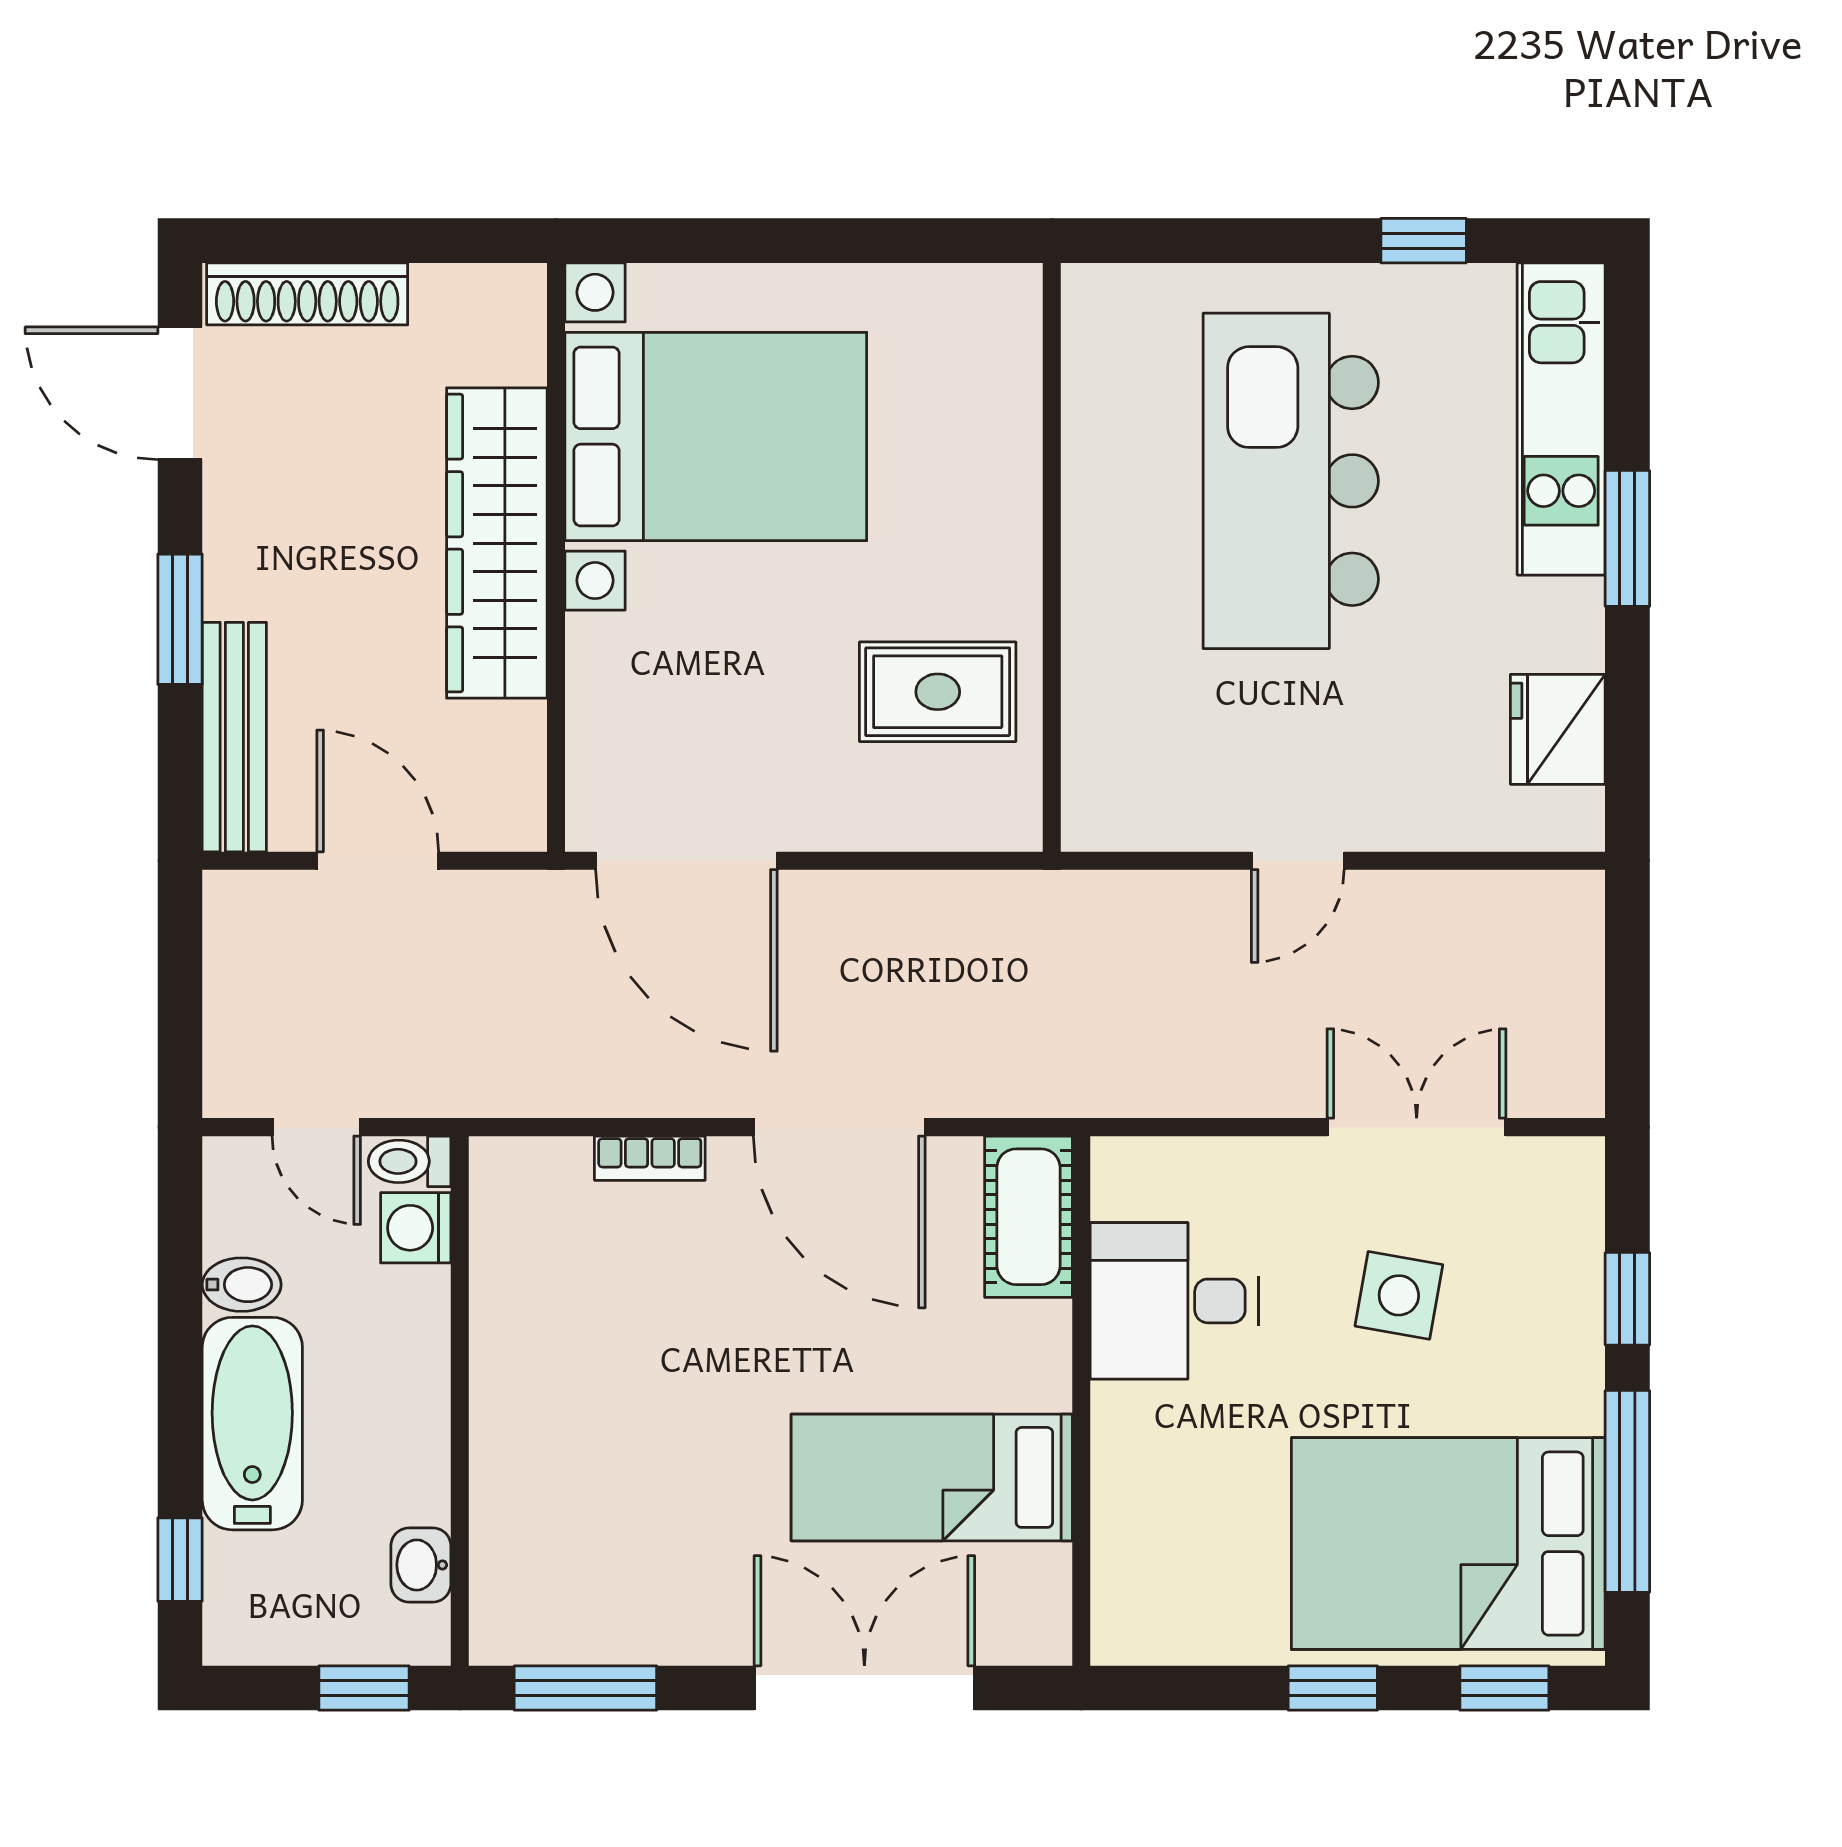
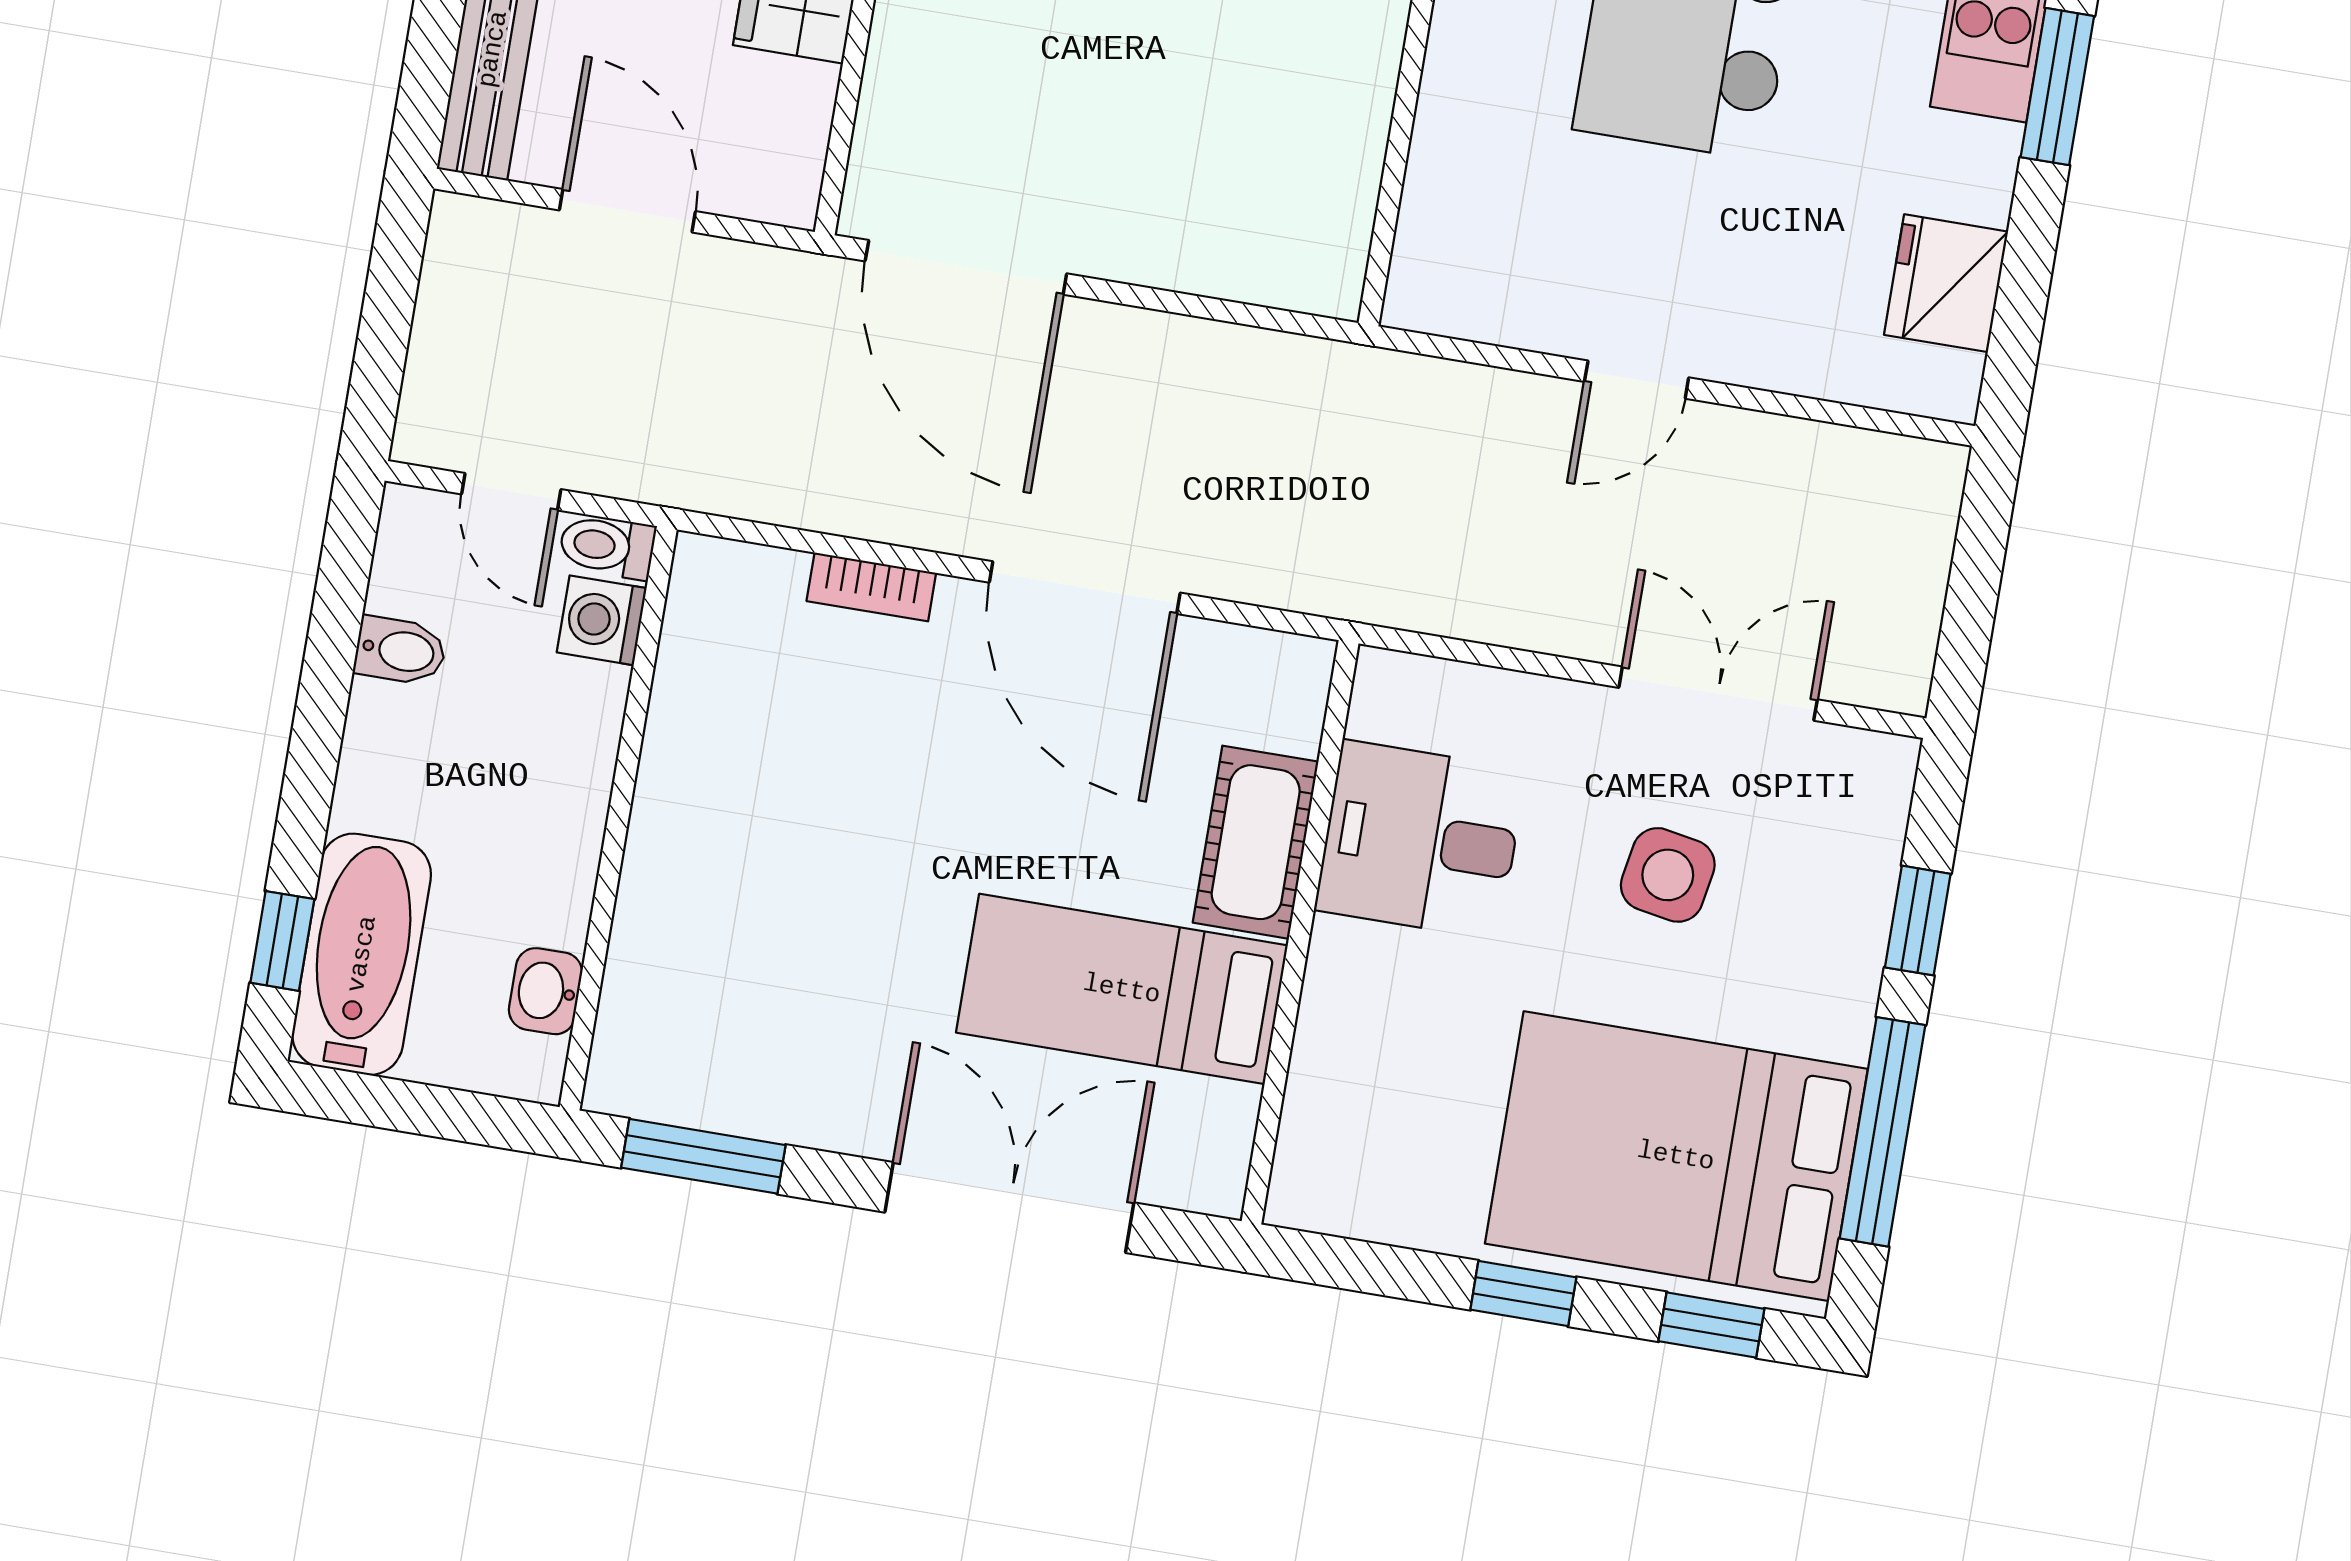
rug: (938, 692) -> (1273, 128), removed
cot: (1029, 1217) -> (1256, 842), moved
bathtub: (252, 1424) -> (362, 954), moved
window: (364, 1688) -> (461, 1116), removed

